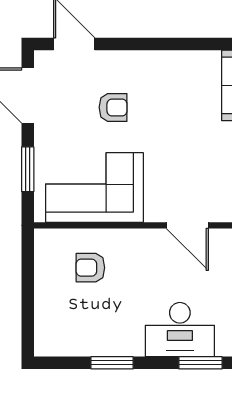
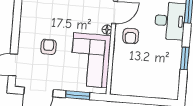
floor lamp: (154, 214) -> (107, 30), added
armchair: (90, 268) -> (131, 36), moved

